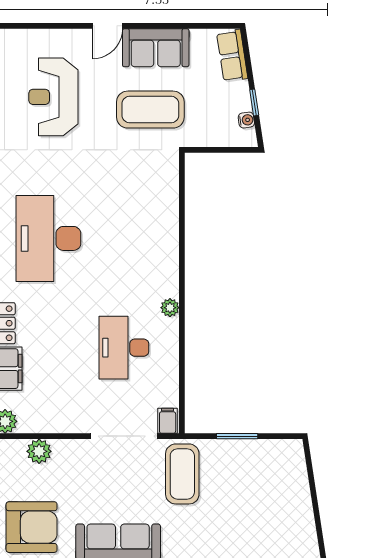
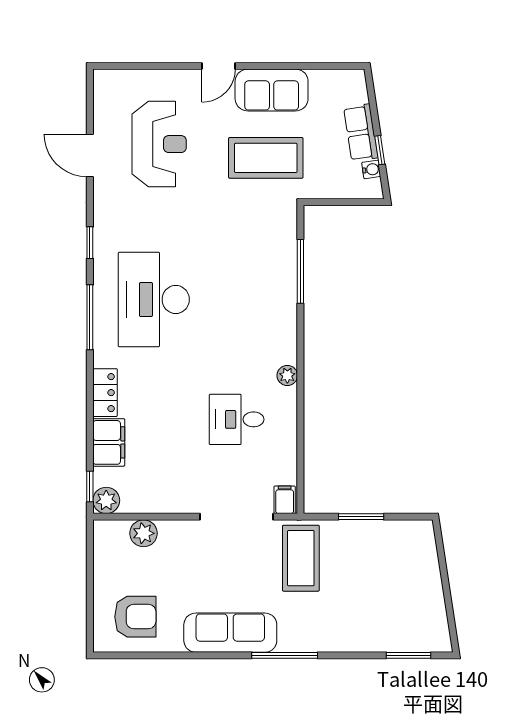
row of seats: (232, 56) -> (361, 133), moved
reception desk: (53, 97) -> (159, 144), turned 180
window: (182, 213) -> (300, 271), added
desk: (124, 348) -> (237, 419), width x0.73
armchair: (32, 527) -> (135, 617), width x0.73, depth x0.73

